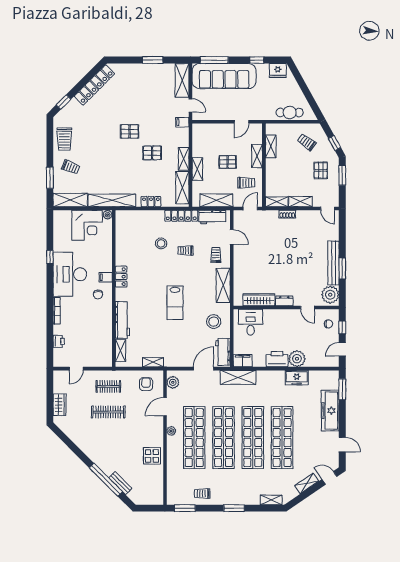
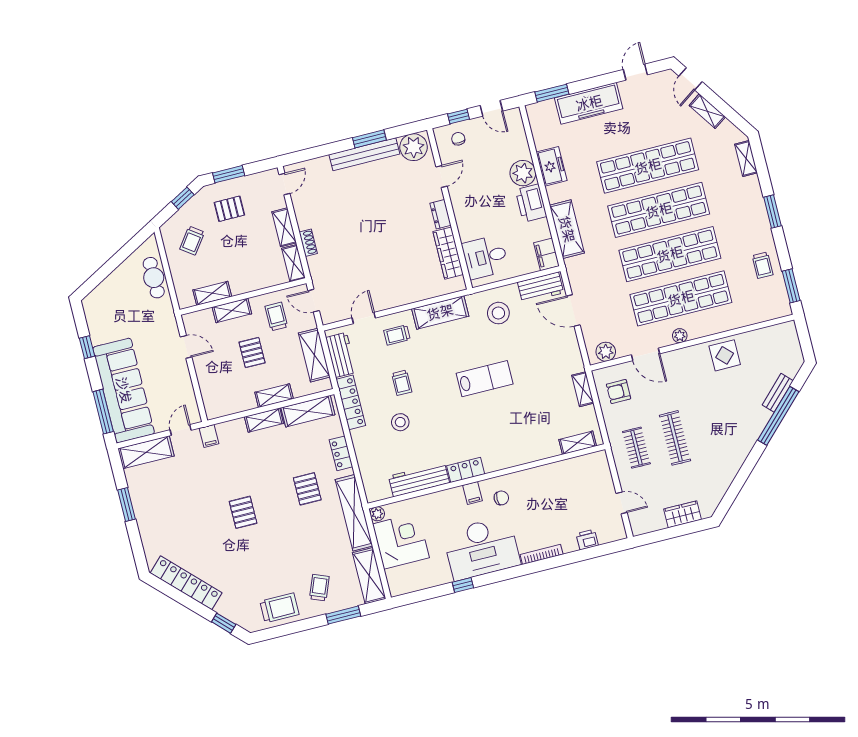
fridge: (278, 71) -> (95, 311), removed
pallet: (152, 153) -> (307, 489), moved
workbench: (122, 320) -> (419, 479), moved
shelving: (238, 377) -> (567, 229), moved

